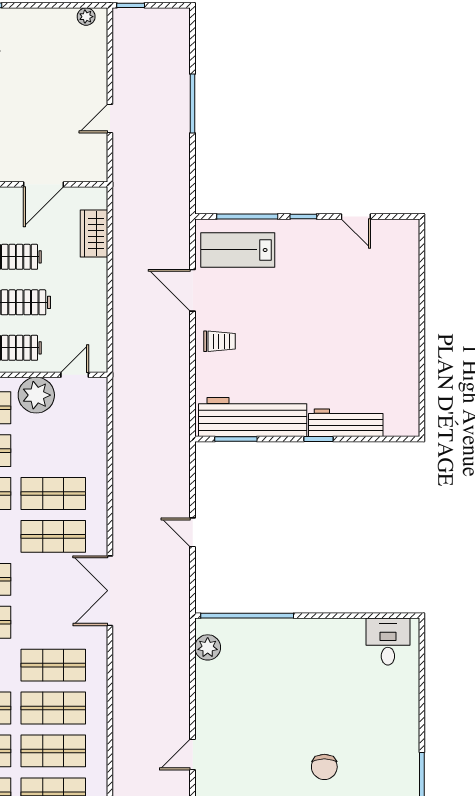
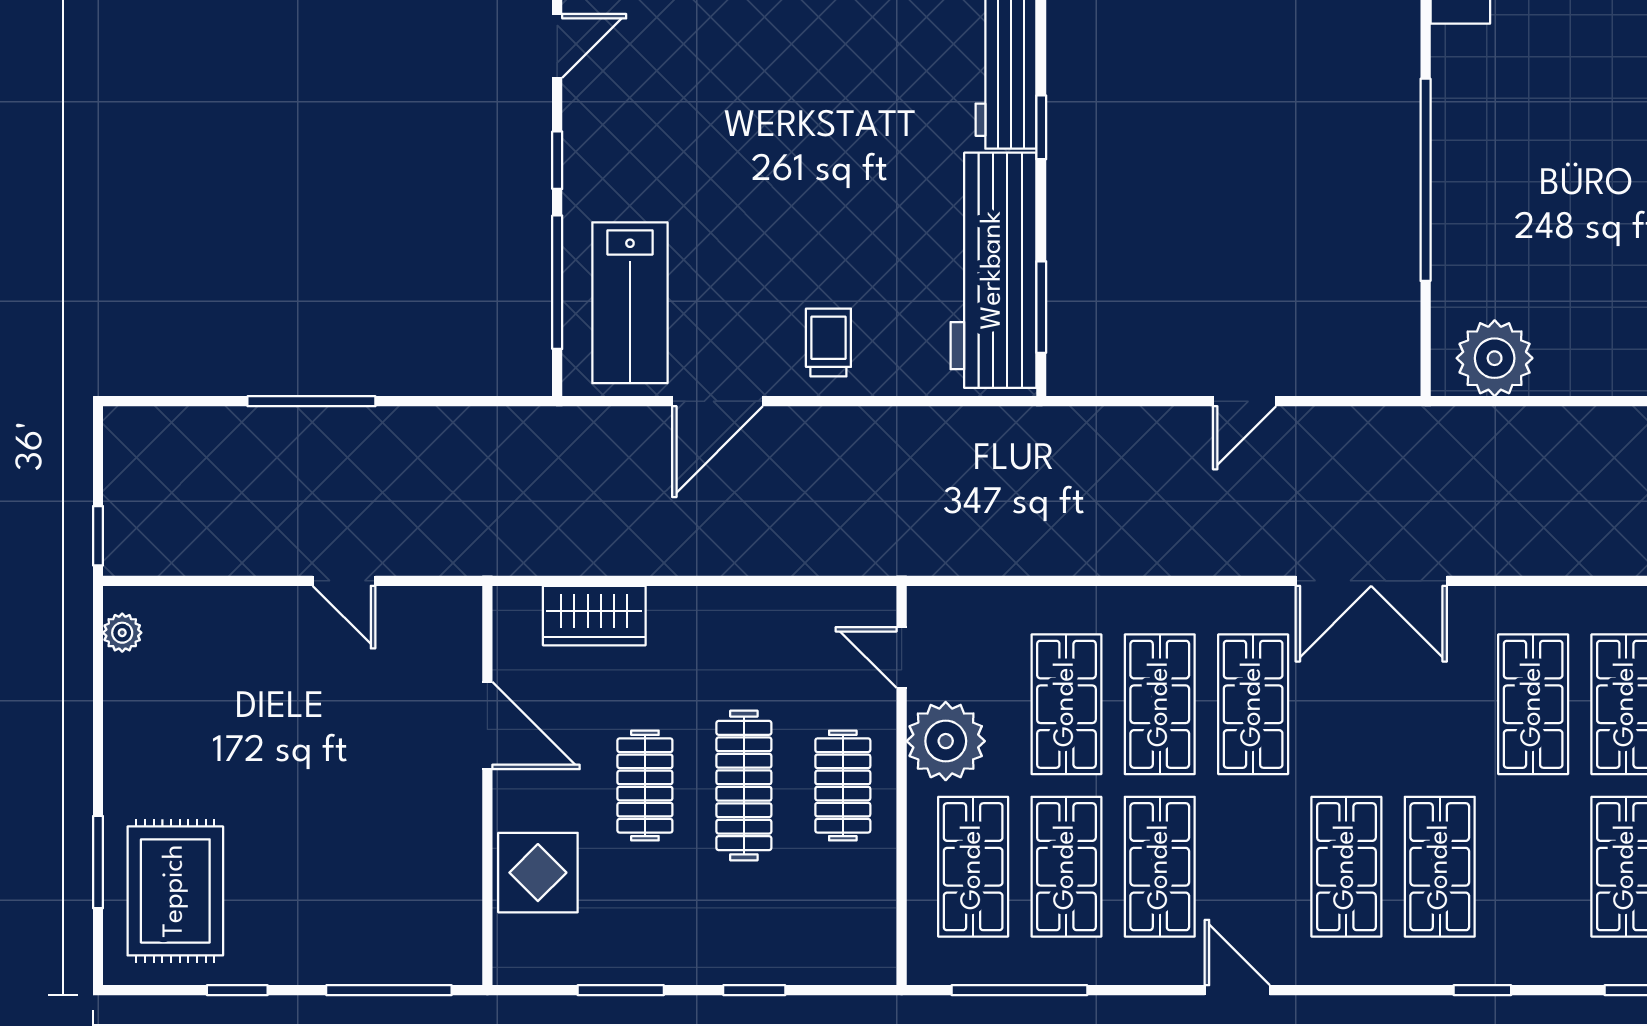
shop shelf: (53, 451) -> (1066, 704), added
window: (247, 616) -> (1426, 180), moved
plant: (208, 647) -> (1495, 358), width x1.36, depth x1.36

